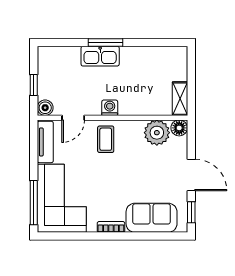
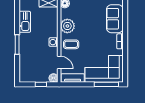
kitchen sink: (100, 56) -> (25, 22), moved
plant: (157, 133) -> (67, 26), moved

